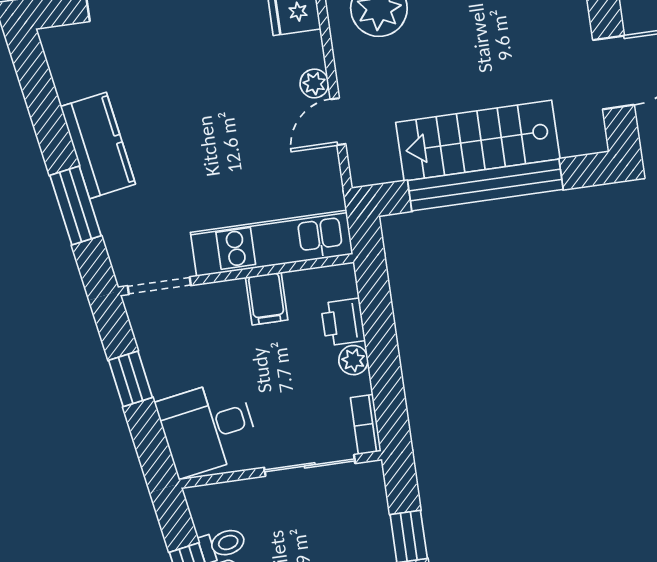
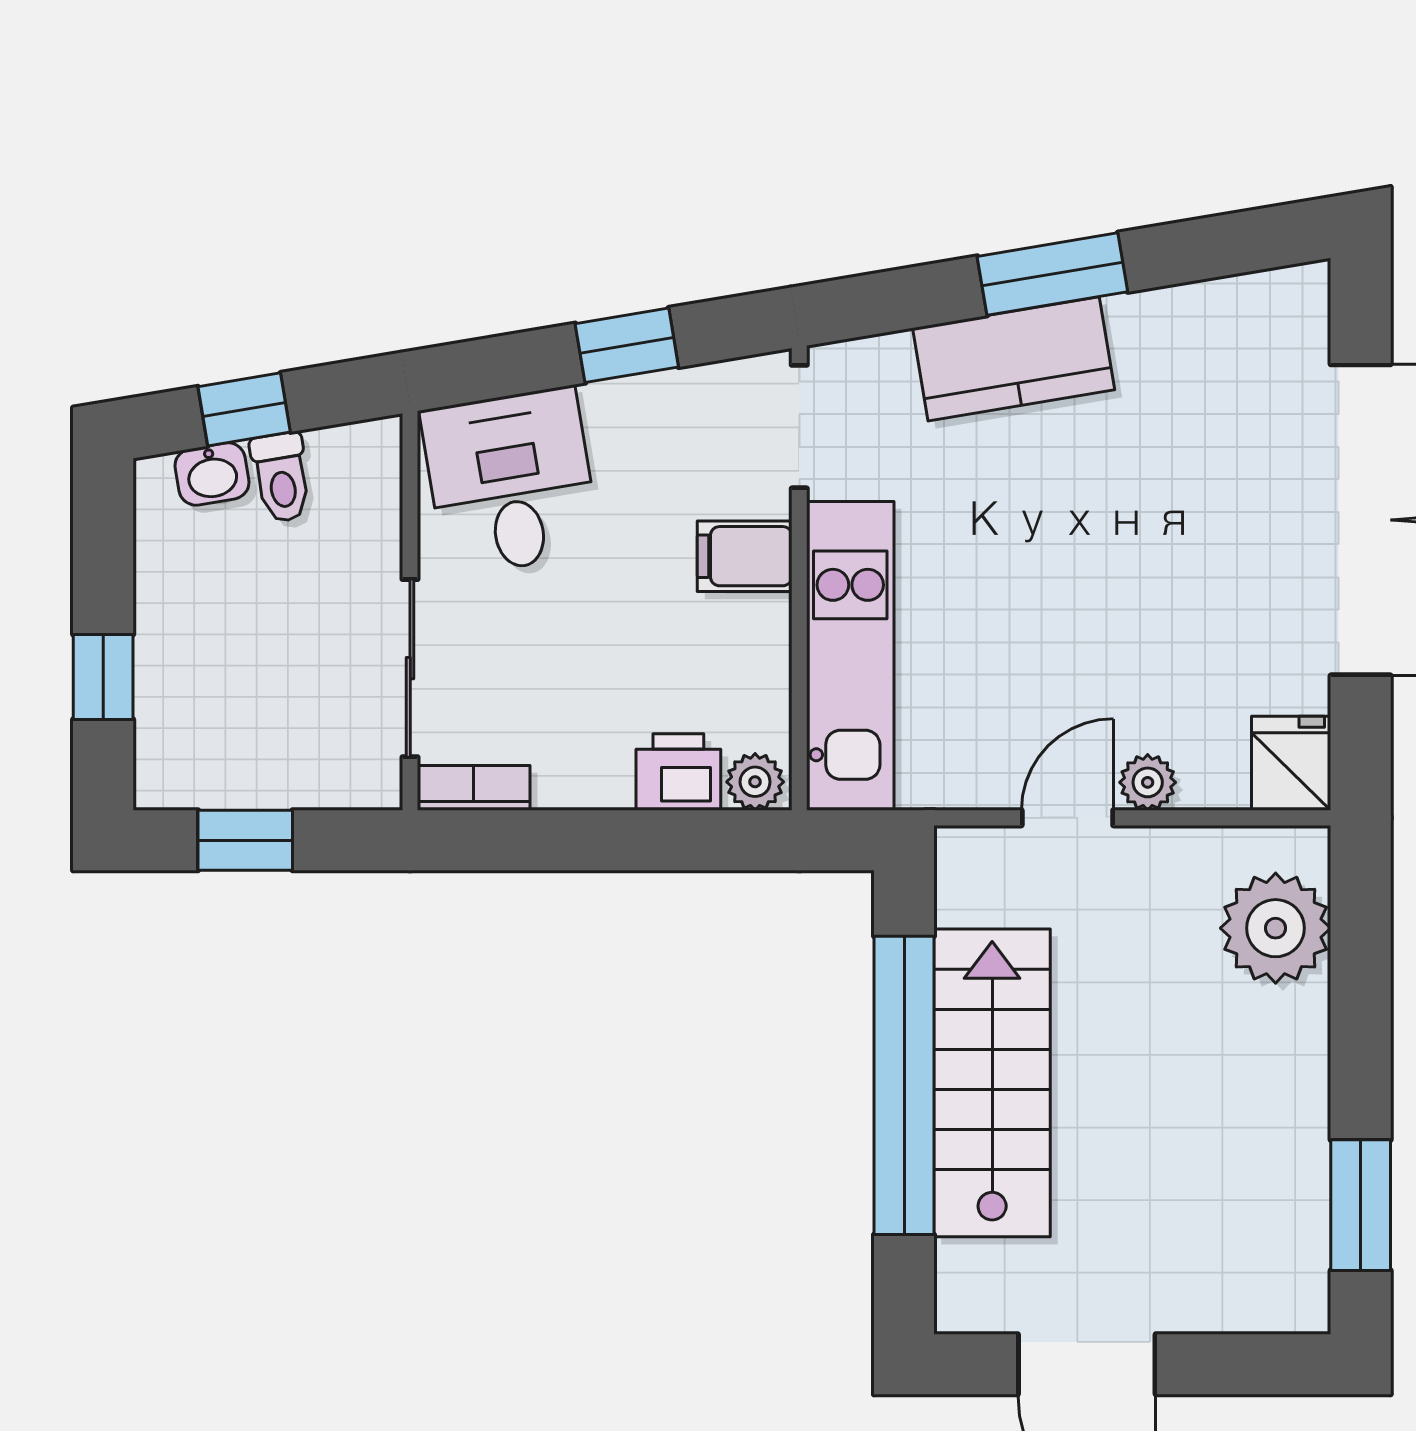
door: (338, 122) -> (1067, 818), hinge flipped
kitchen counter: (98, 145) -> (1014, 359), moved
window: (75, 206) -> (1052, 274), moved
filing cabinet: (267, 299) -> (745, 556), moved
plant: (353, 360) -> (755, 782), moved

